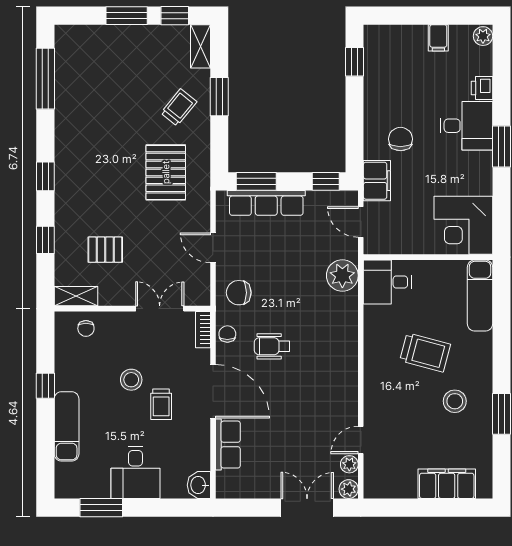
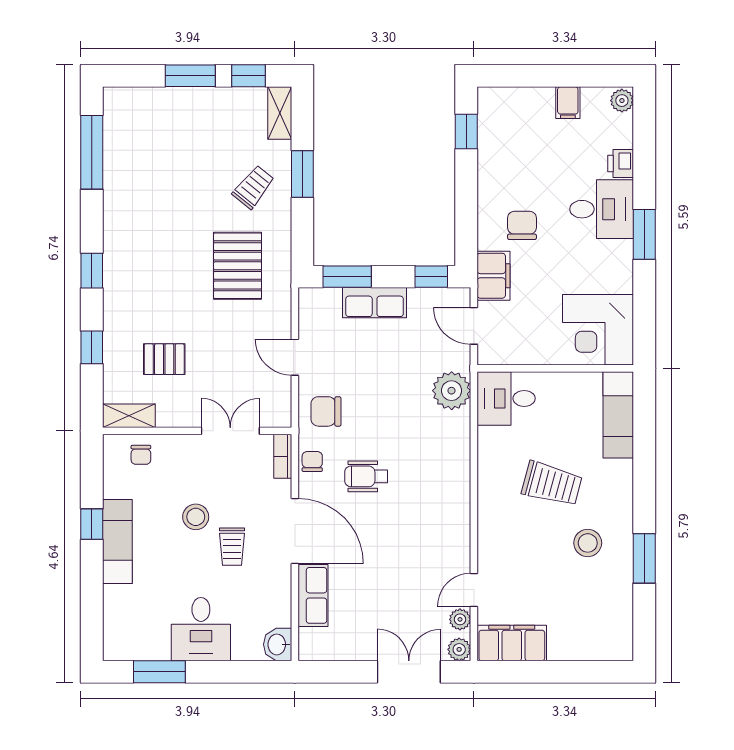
row of seats: (266, 203) -> (375, 303), width x0.68
exam couch: (67, 426) -> (117, 541), moved
filing cabinet: (447, 484) -> (512, 643), moved

